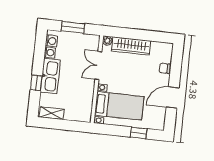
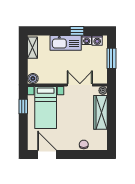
window: (36, 83) -> (77, 31), moved
door: (173, 98) -> (47, 155), moved
boiler: (86, 116) -> (33, 78), added
window: (139, 133) -> (23, 107), moved

